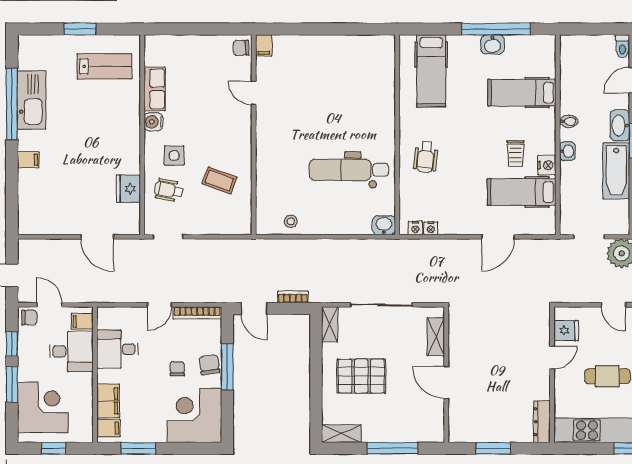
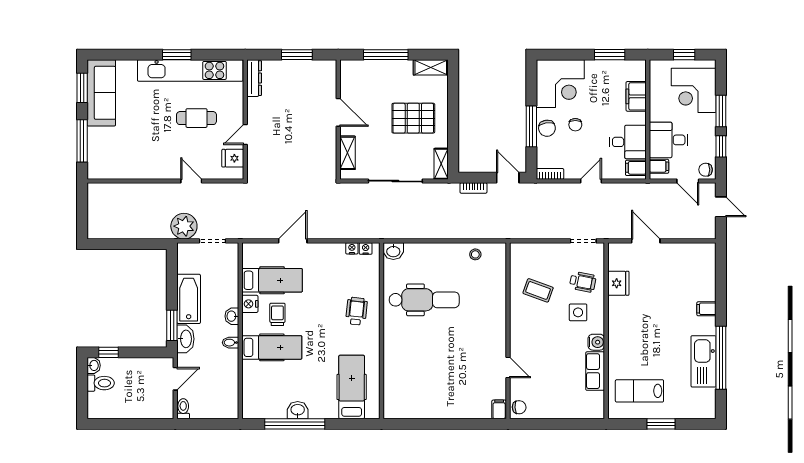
hospital bed: (522, 93) -> (272, 347), moved
bookcase: (197, 313) -> (550, 174), width x0.64
filing cabinet: (109, 428) -> (636, 168), moved

